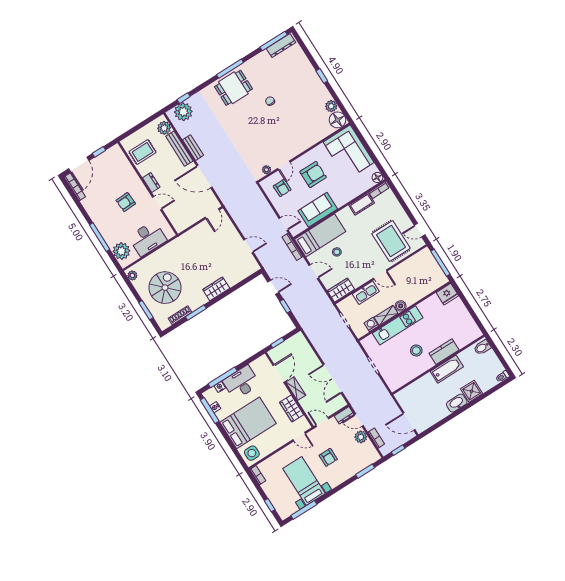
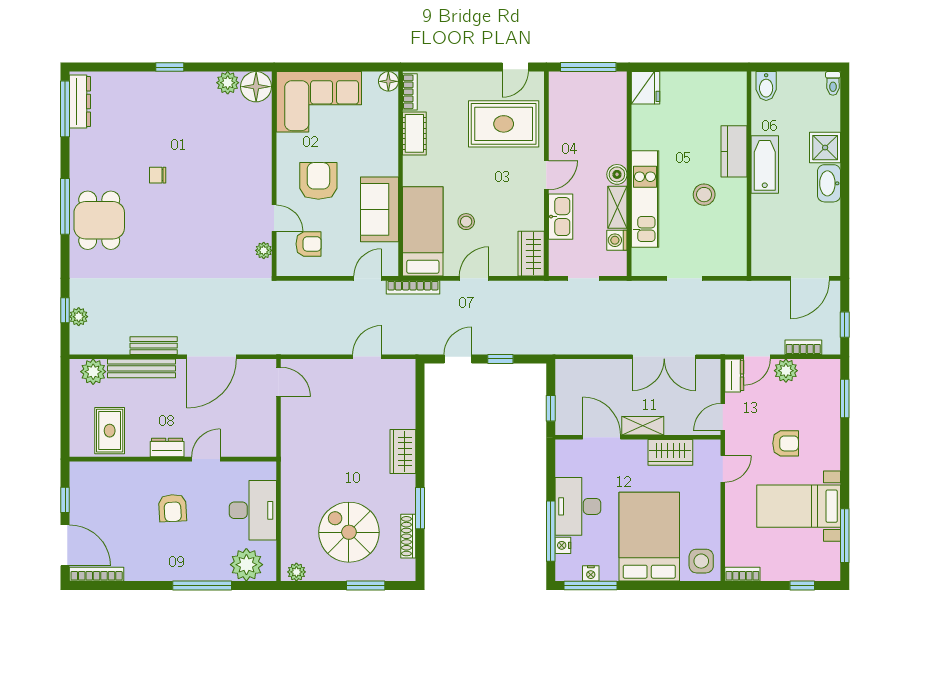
plant: (183, 112) -> (79, 317), width x0.53, depth x0.53

